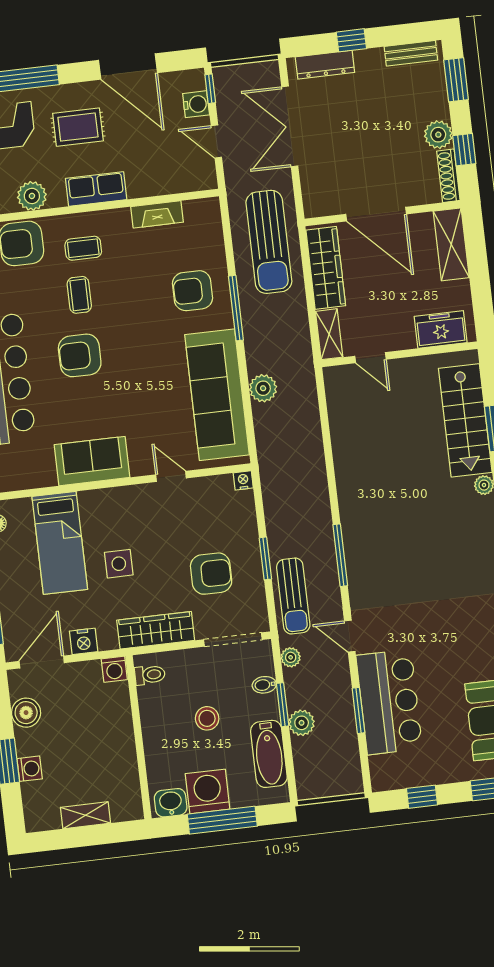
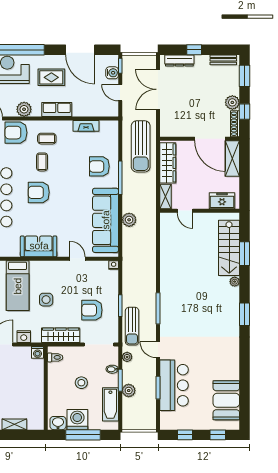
door: (376, 214) -> (210, 139), moved
armchair: (211, 574) -> (92, 310), turned 180

